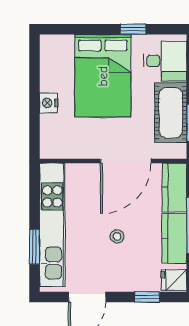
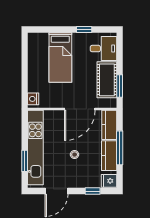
bed: (103, 76) -> (60, 57), width x0.67
nightstand: (49, 103) -> (33, 99), moved

